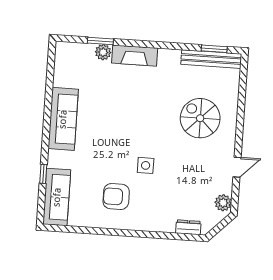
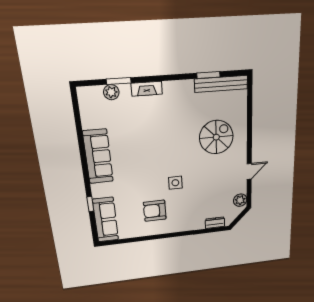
window: (214, 49) -> (208, 75), moved
plant: (103, 52) -> (111, 92), moved
fireplace: (135, 56) -> (147, 89), width x0.73, depth x0.76
spiral stairs: (200, 118) -> (216, 137), turned 90

